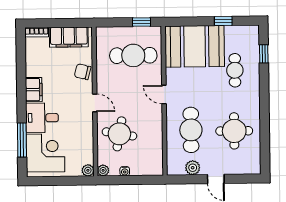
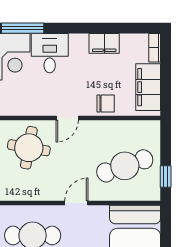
cafe table: (133, 55) -> (125, 166), turned 71
chair: (83, 72) -> (106, 103), turned 76
filing cabinet: (34, 90) -> (104, 43), moved

